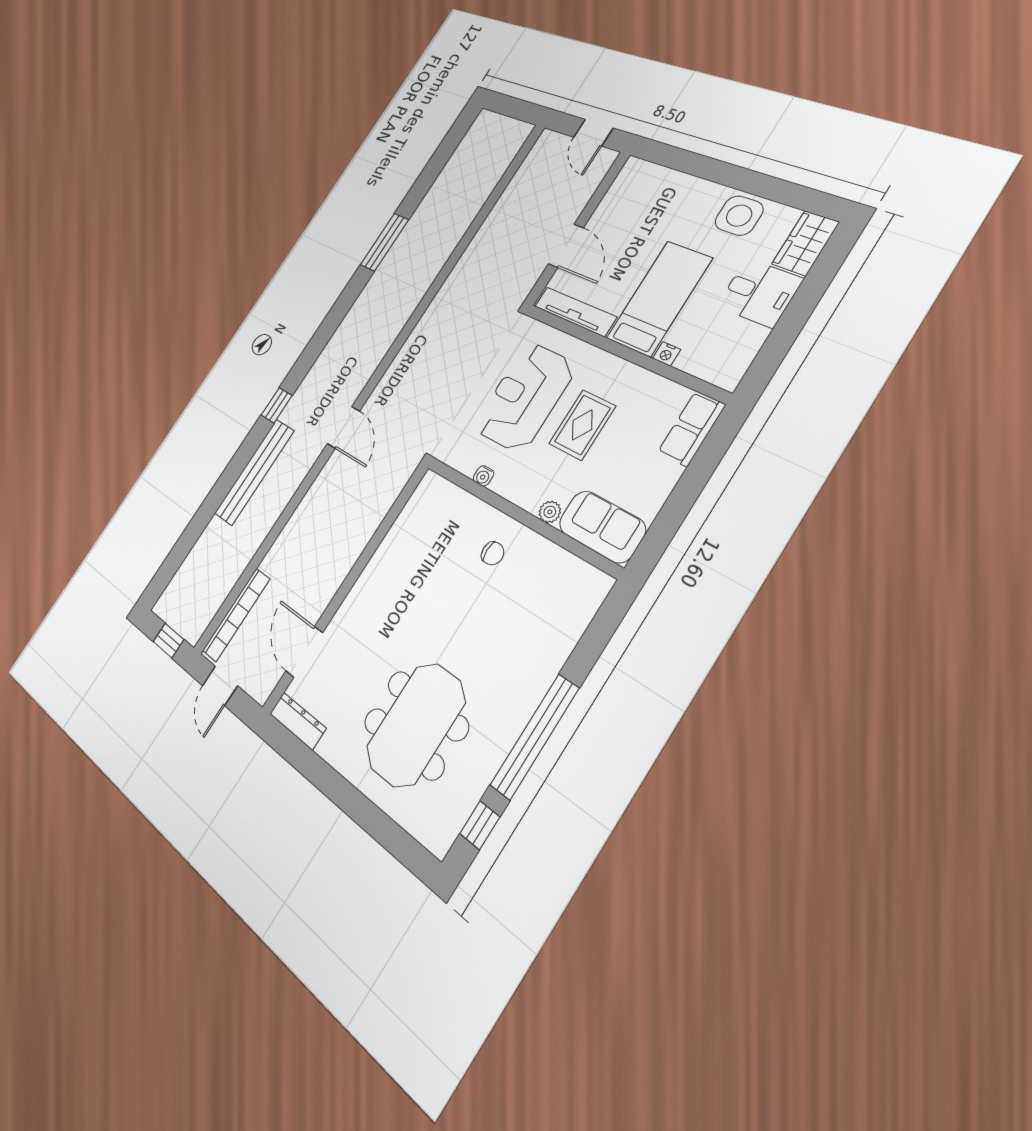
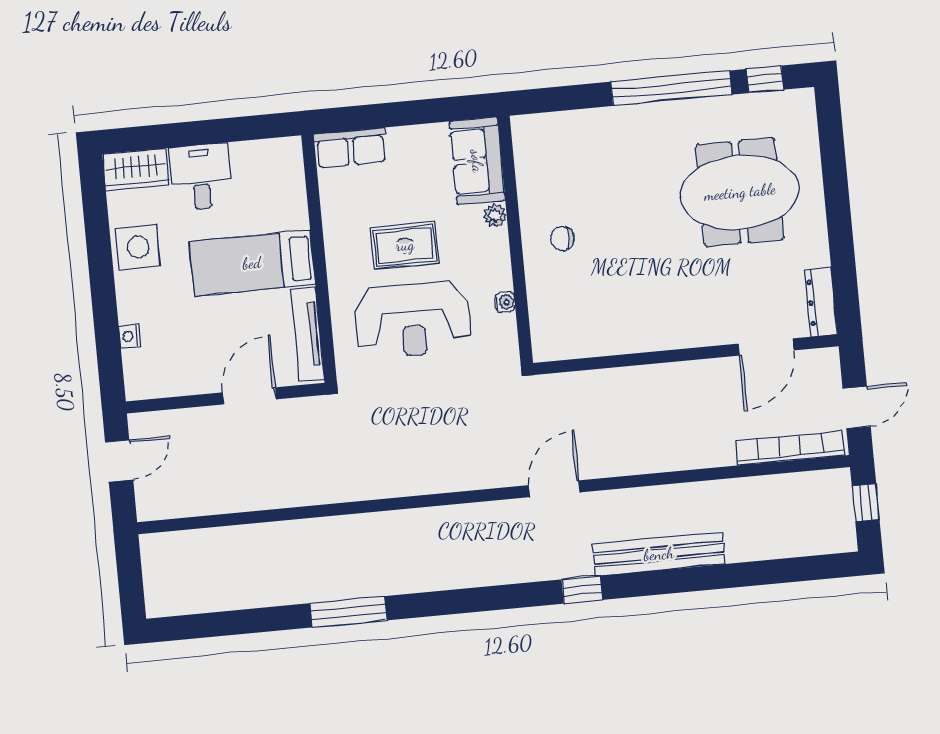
nightstand: (667, 354) -> (130, 336), moved, turned 180
chair: (493, 553) -> (562, 239), turned -90

